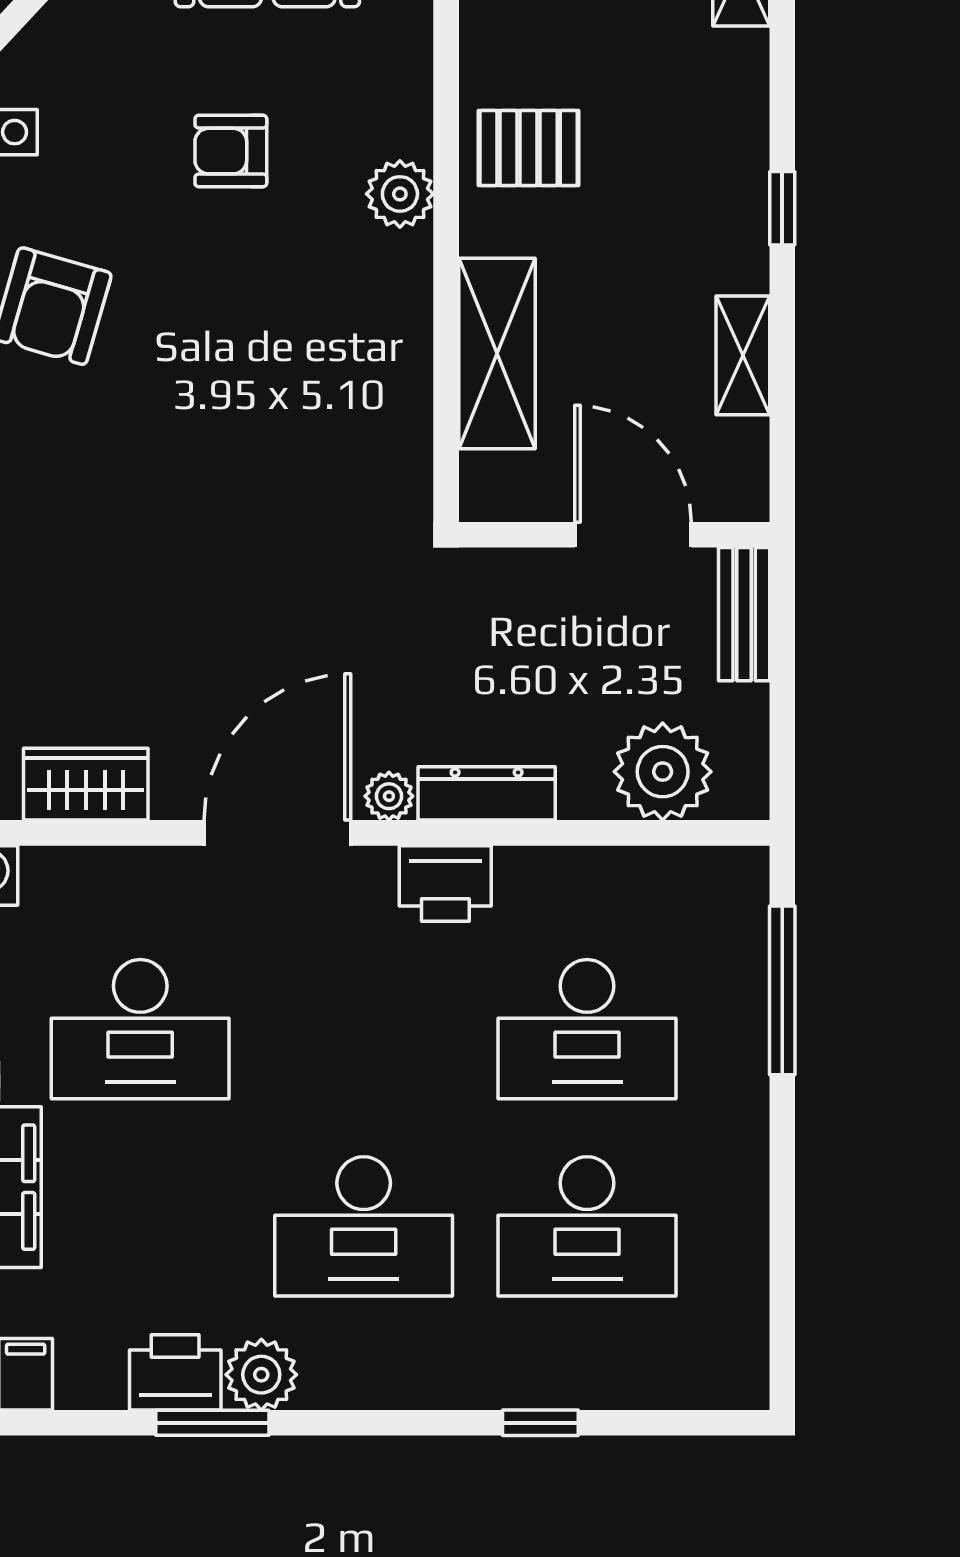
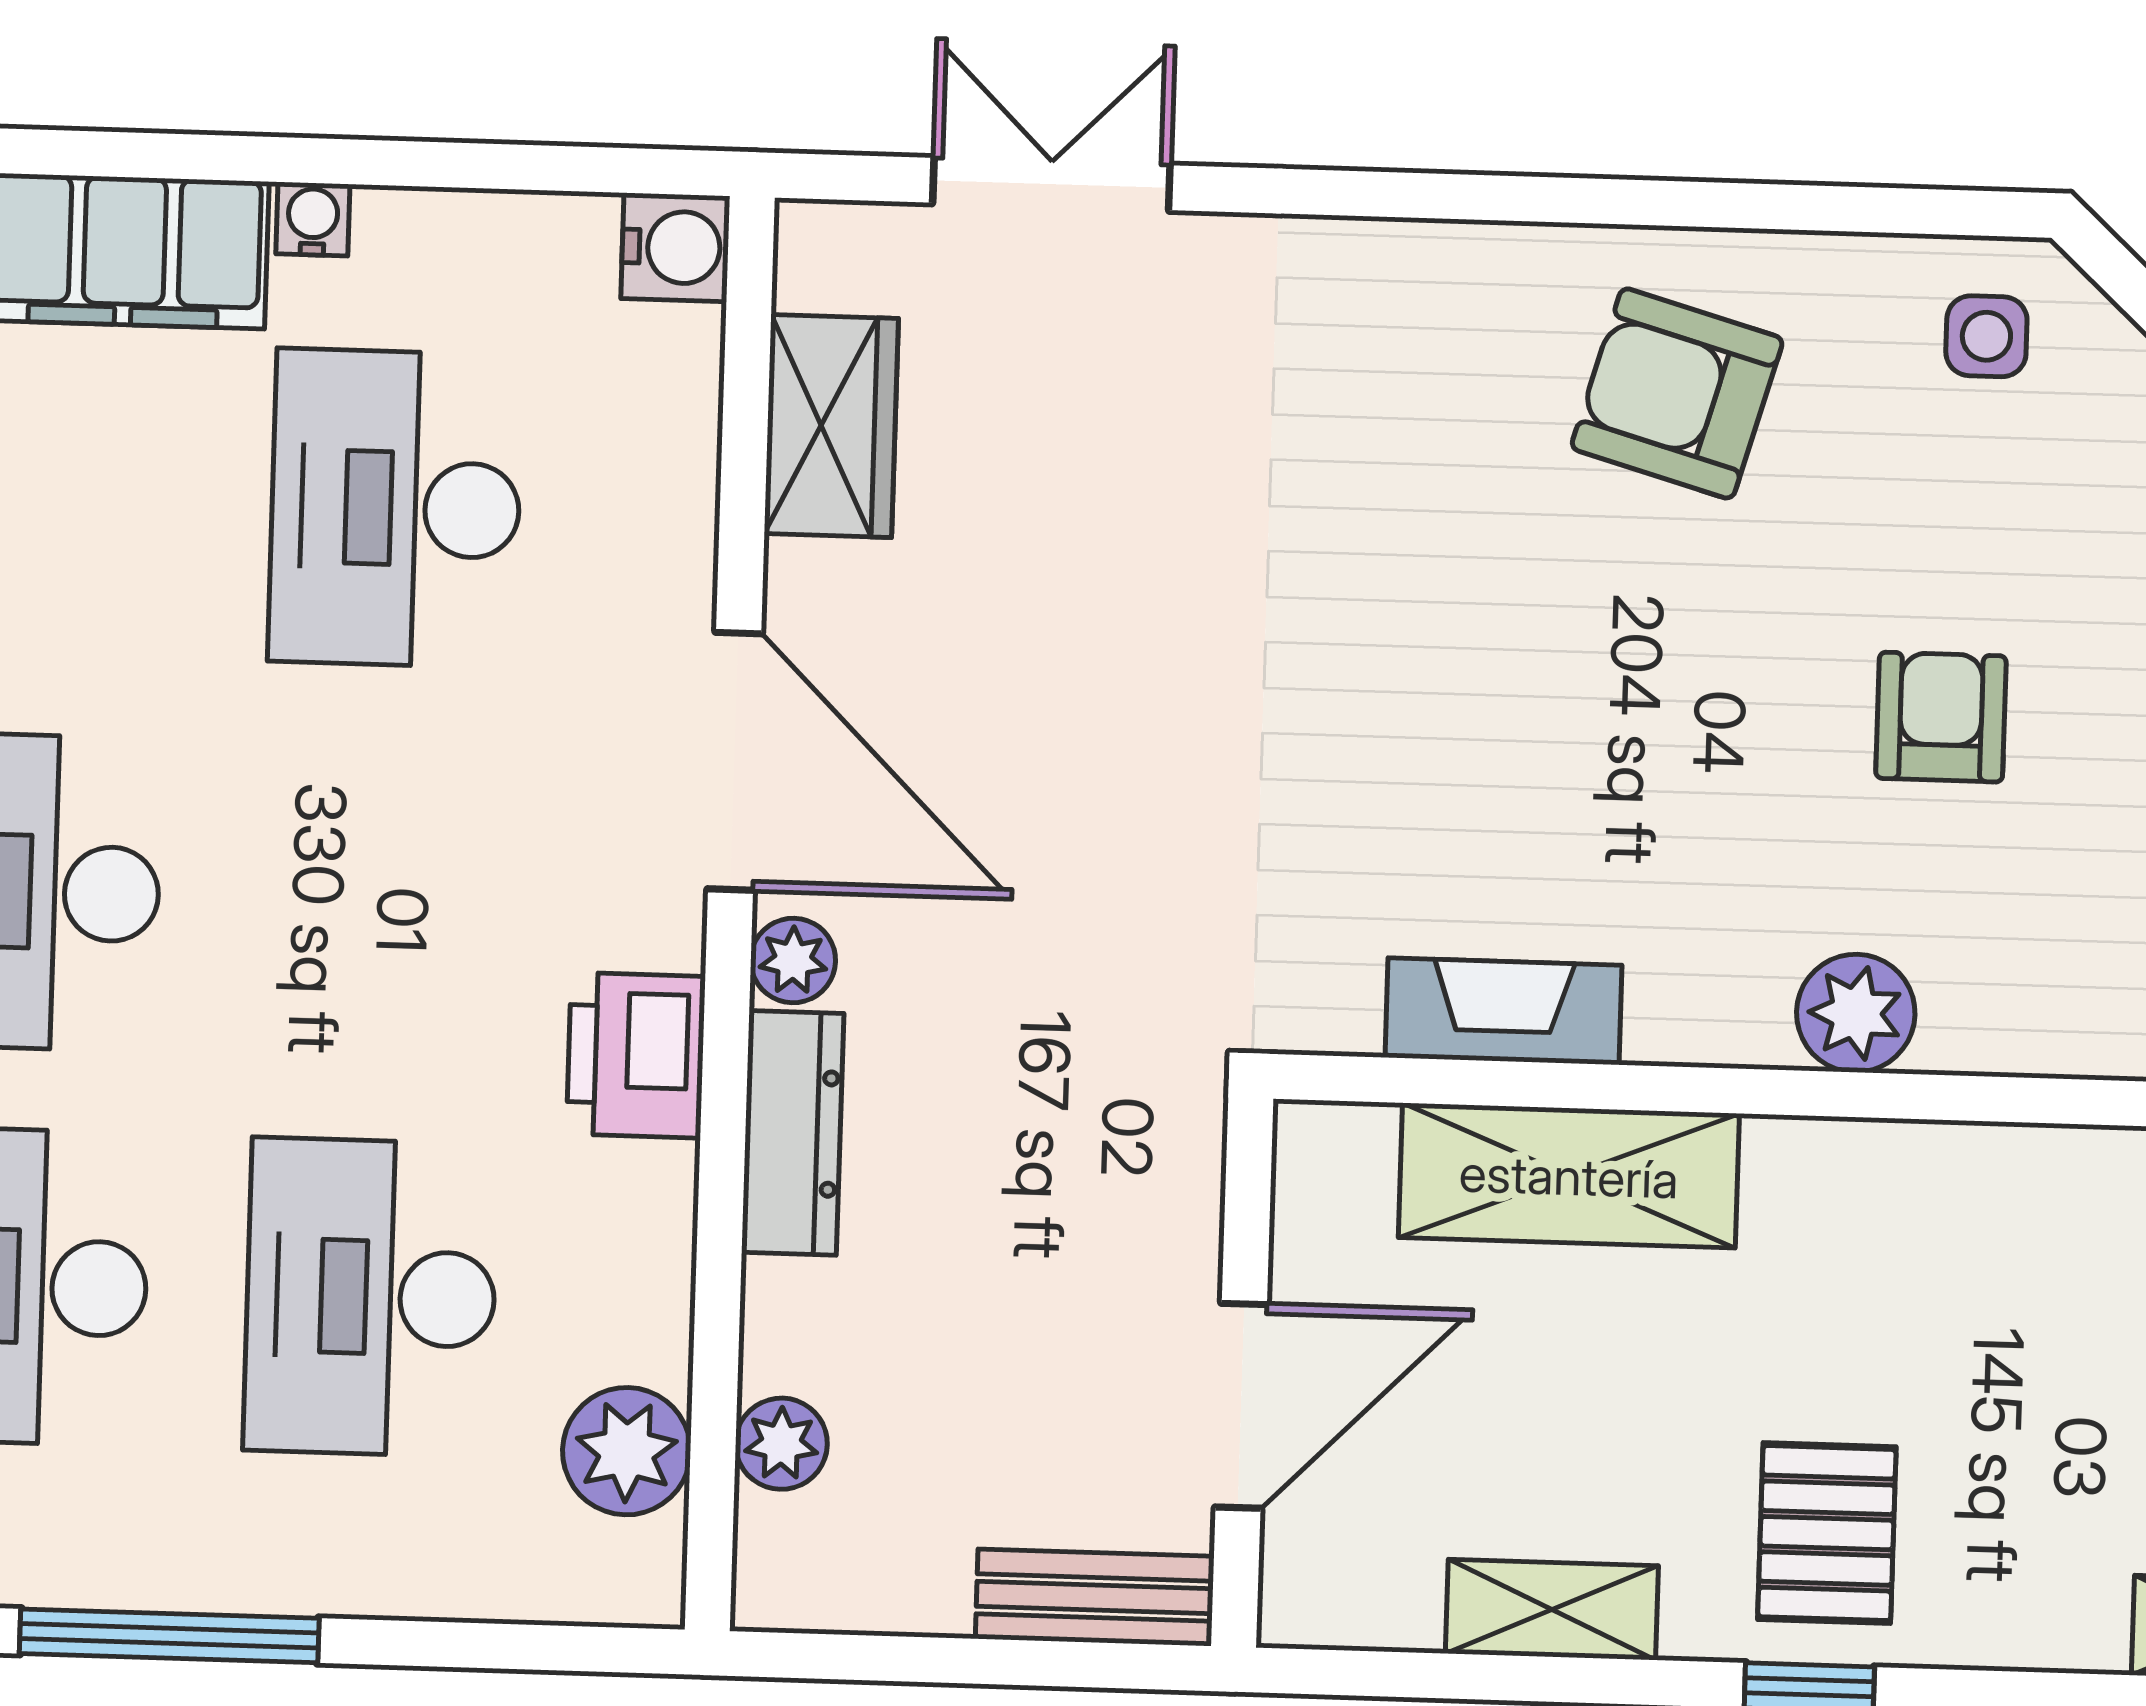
pallet: (529, 148) -> (1827, 1533), moved
fireplace: (405, 393) -> (1503, 1011), added
plant: (663, 772) -> (781, 1444), width x0.53, depth x0.53
plant: (670, 882) -> (627, 1451), added
window: (782, 990) -> (169, 1636), moved

